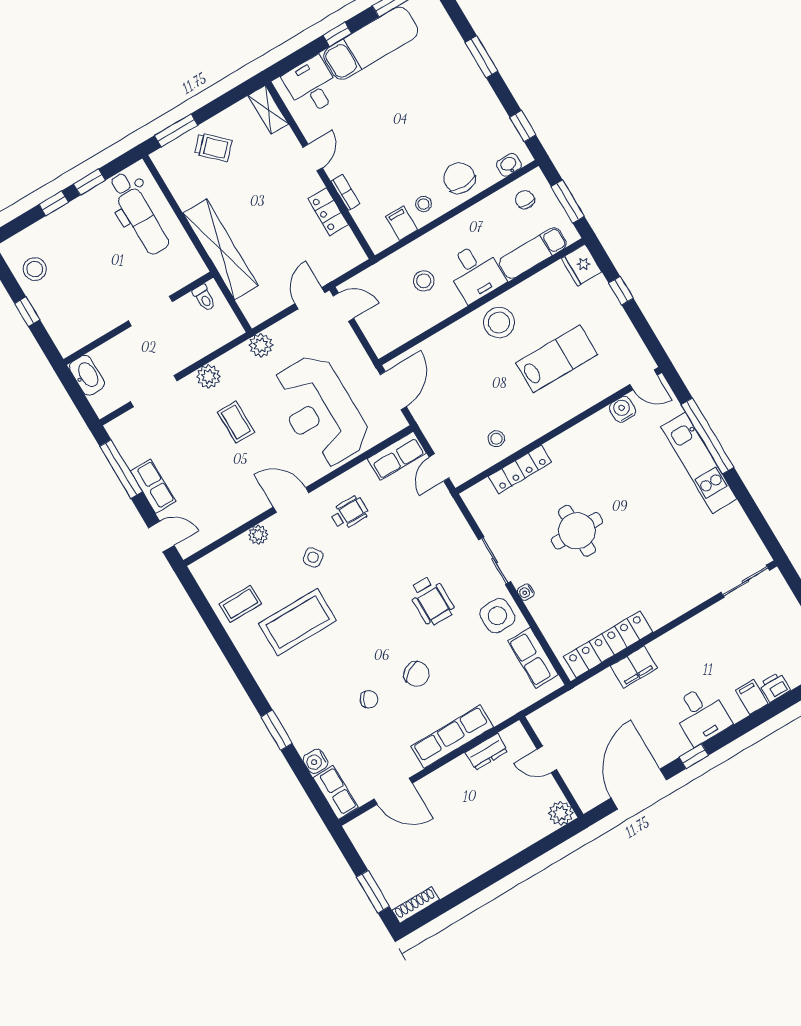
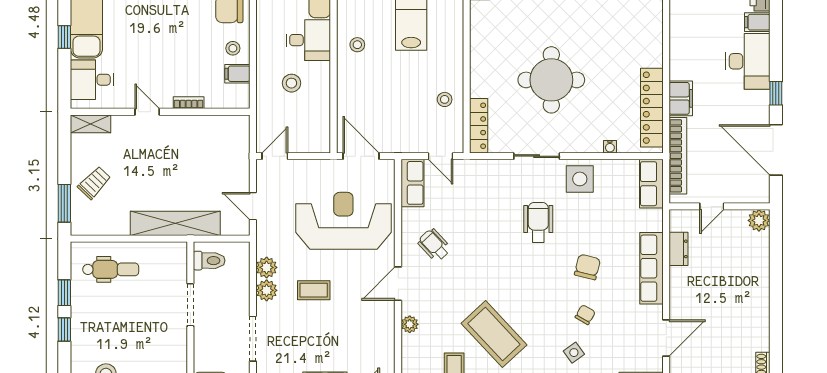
locker: (328, 212) -> (195, 124), removed
dental chair: (139, 213) -> (111, 269), width x0.73, depth x0.72
toilet: (204, 298) -> (209, 261), width x1.37, depth x1.39
door: (310, 298) -> (253, 206), moved
stool: (499, 323) -> (357, 45), width x0.53, depth x0.53
plant: (261, 345) -> (267, 267), moved
reception desk: (320, 411) -> (343, 221), turned 180
locker: (520, 469) -> (479, 126), moved
wheelchair: (349, 513) -> (434, 245), turned -43
round table: (577, 531) -> (551, 80), width x1.36, depth x1.36
side table: (313, 557) -> (574, 353), moved
water cooler: (526, 592) -> (610, 147), moved
wheelchair: (431, 600) -> (538, 222), turned -90
coffee table: (298, 622) -> (494, 334), turned -43
row of seats: (533, 658) -> (651, 184), moved, turned 90
chair: (416, 674) -> (587, 267), turned -45
bookcase: (576, 697) -> (678, 156), added
desk: (701, 715) -> (748, 61), width x1.37

